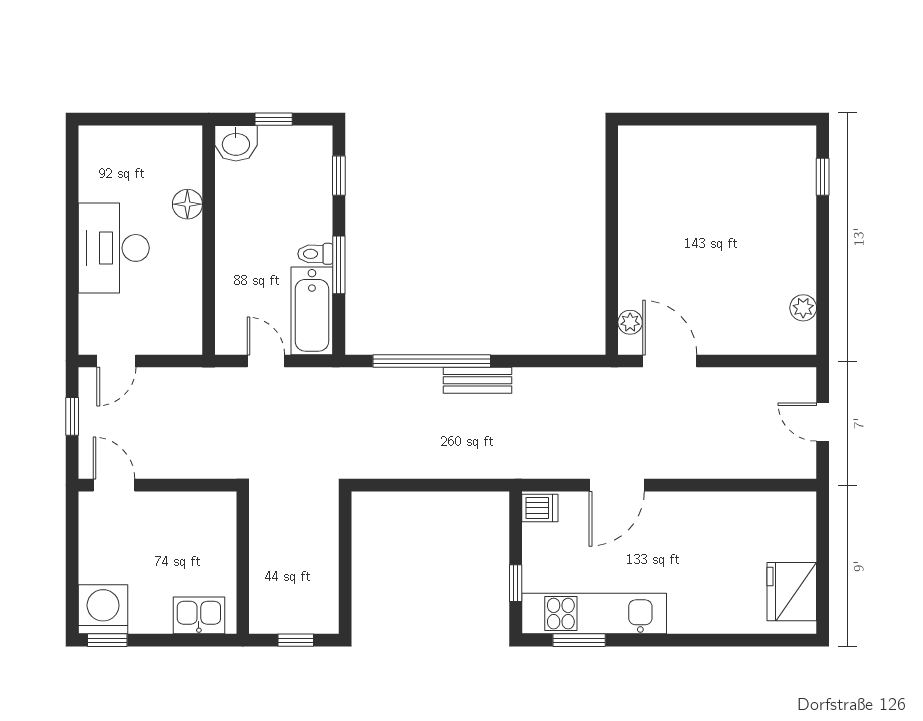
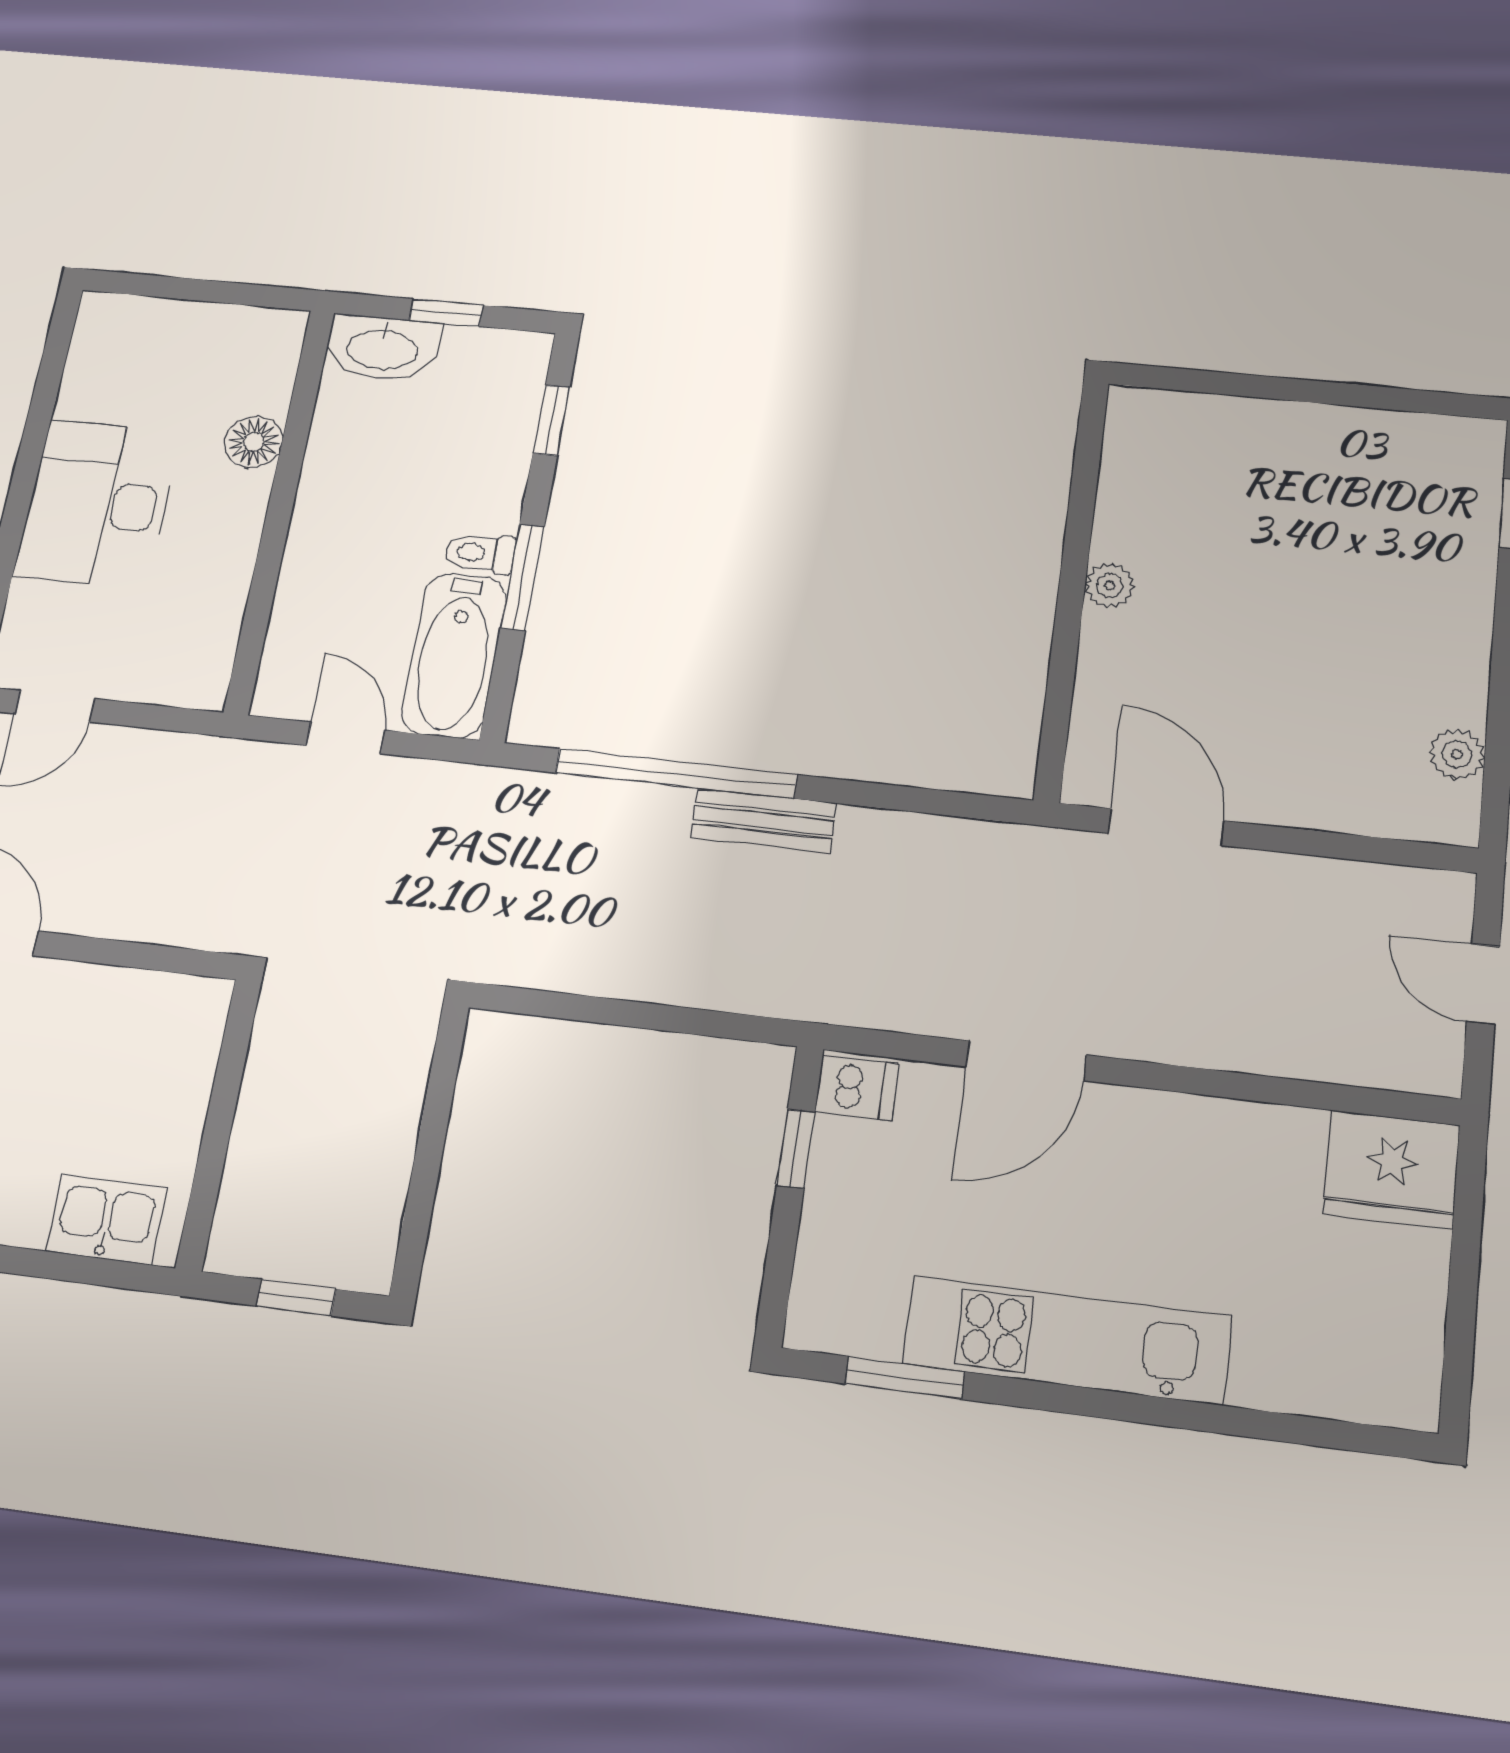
washbasin: (236, 143) -> (382, 348), width x1.38
plant: (630, 322) -> (1110, 585), moved
window: (516, 583) -> (796, 1149), moved
fridge: (792, 592) -> (1392, 1169), moved, turned -90
kitchen unit: (594, 614) -> (1067, 1340), moved

